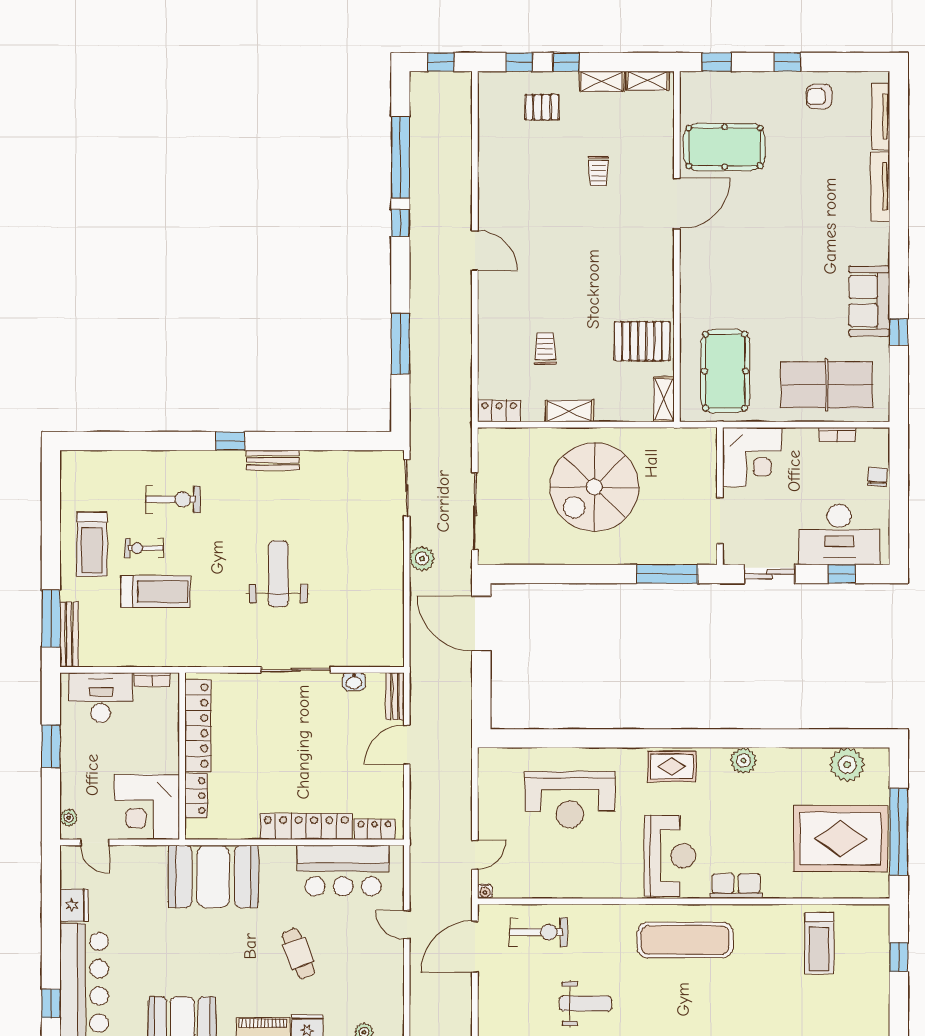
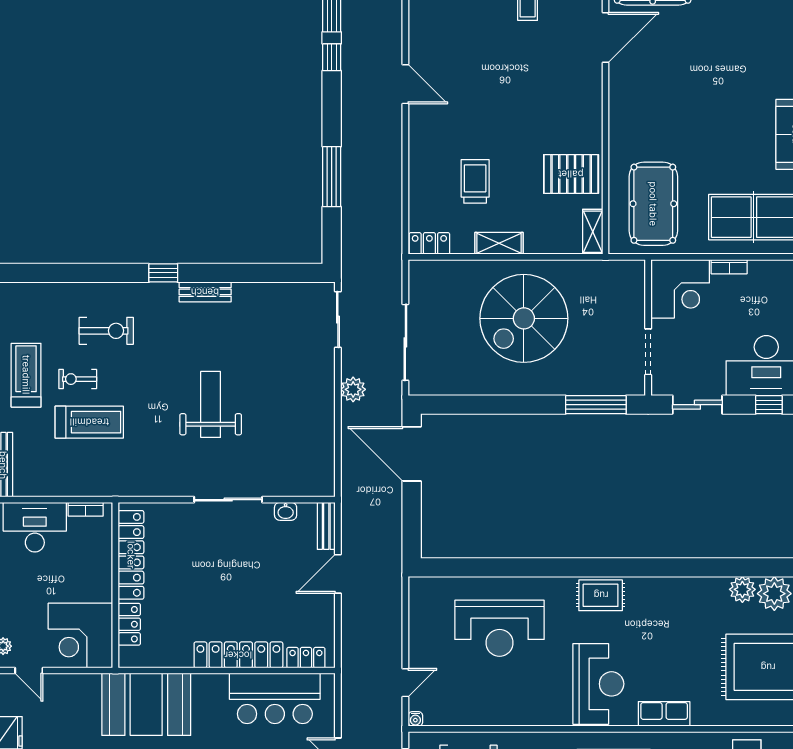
trolley: (545, 349) -> (475, 181), width x1.36, depth x1.39
bookcase: (837, 435) -> (729, 267), moved
treadmill: (92, 544) -> (26, 375), turned 180
plant: (744, 761) -> (742, 589), moved

